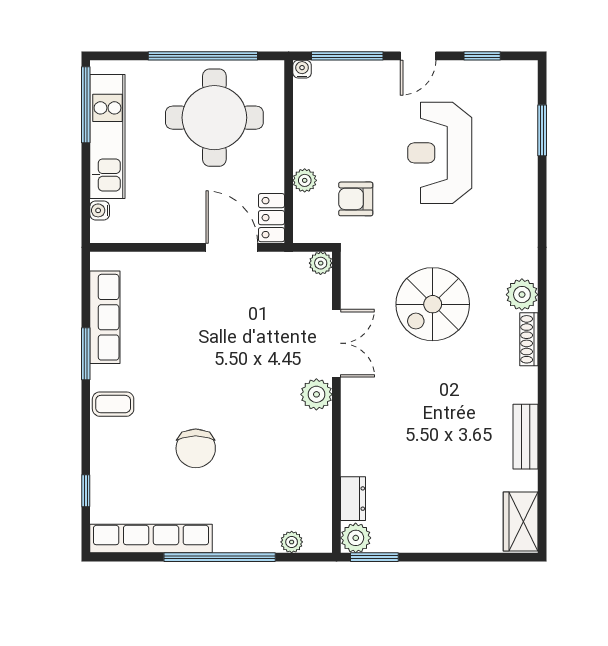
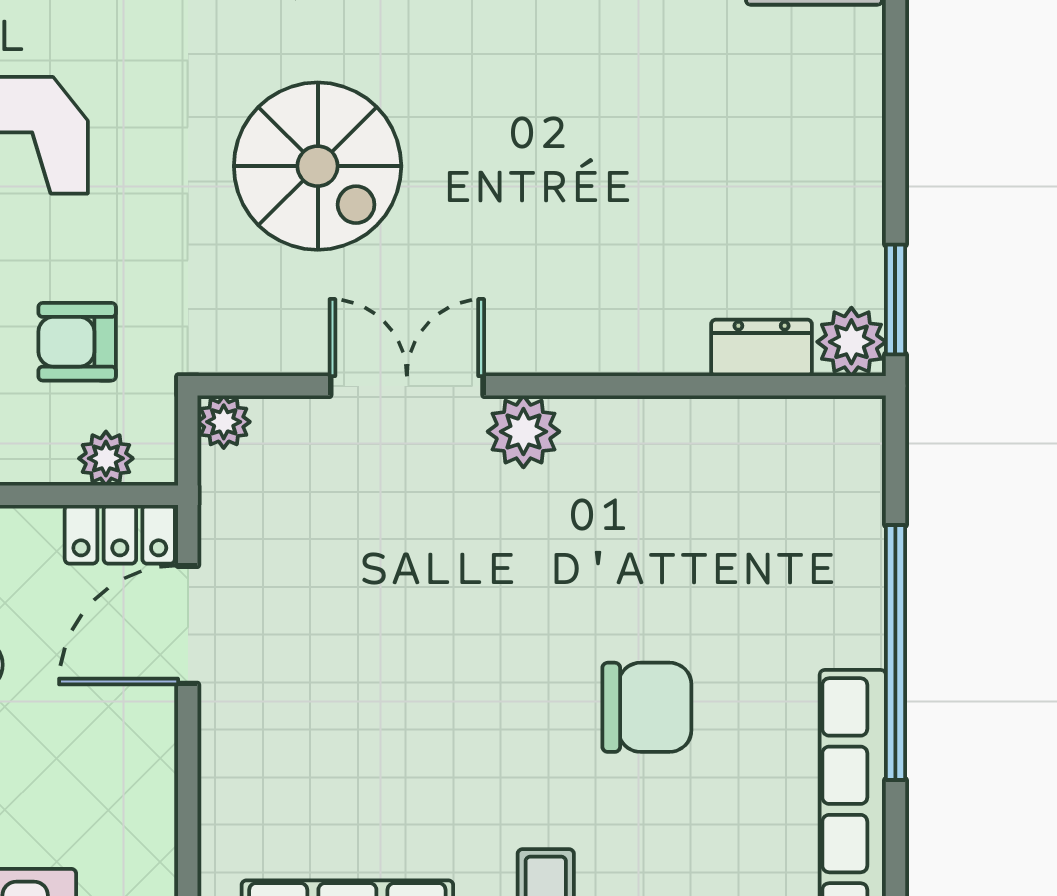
plant: (305, 180) -> (106, 458), moved
armchair: (356, 199) -> (77, 342), turned 90
plant: (292, 542) -> (861, 488), removed

